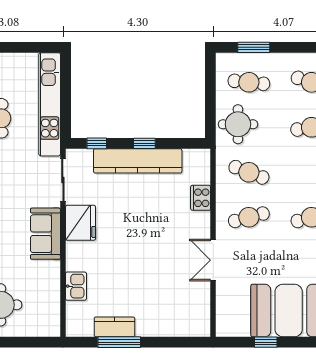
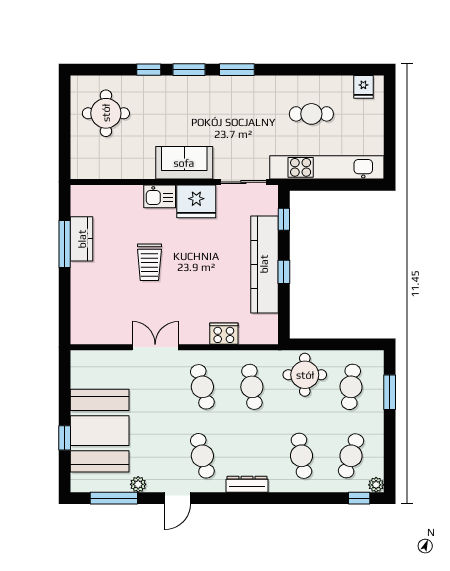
cafe table: (249, 172) -> (252, 387), turned -30
trolley: (136, 265) -> (149, 262), added
kitchen sink: (76, 286) -> (160, 196), moved
window: (266, 342) -> (65, 438), moved

